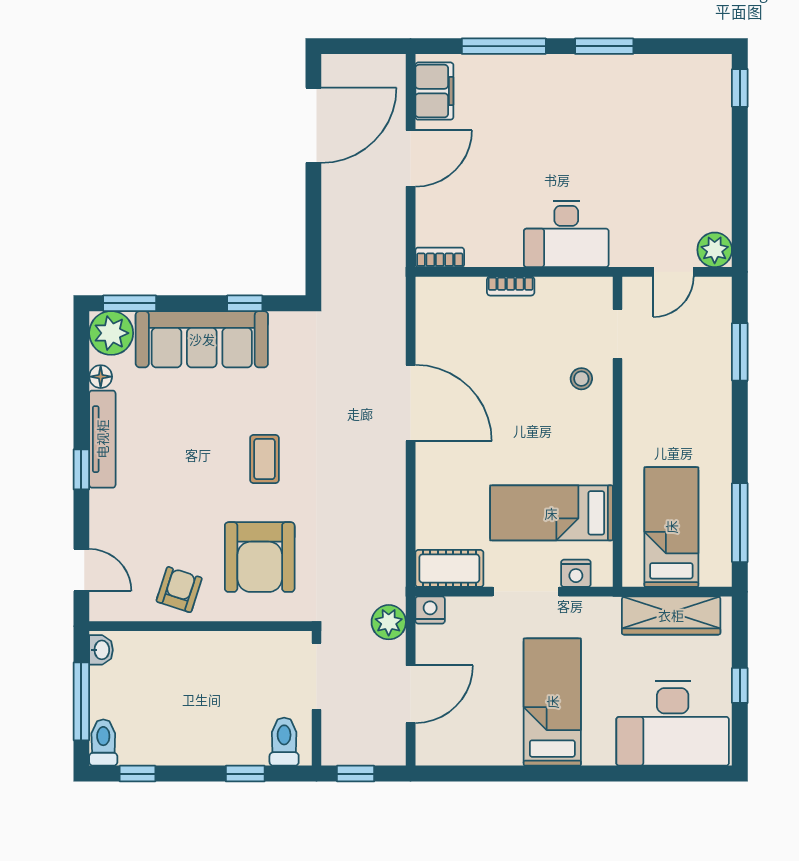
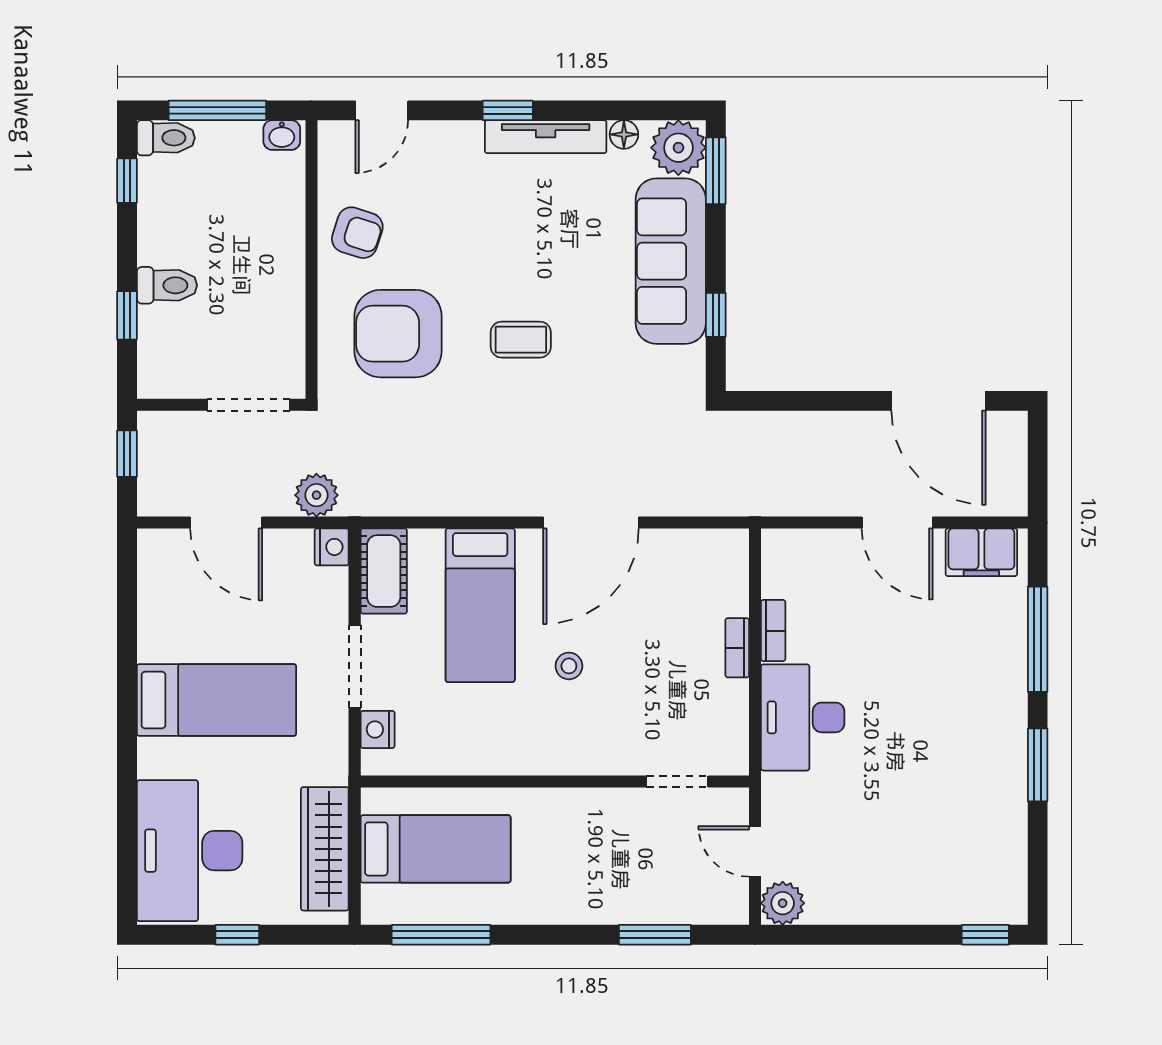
bookcase: (440, 257) -> (773, 631), moved
stool: (581, 379) -> (569, 666), moved
bed: (551, 513) -> (480, 605), moved, turned 180
toilet: (284, 742) -> (167, 285), moved

